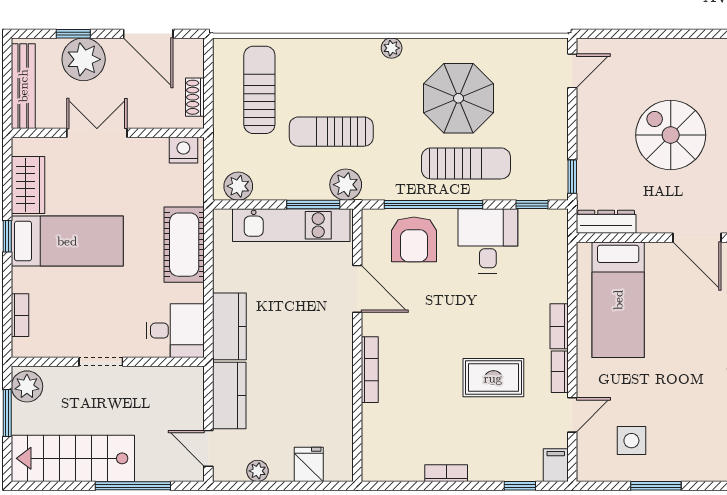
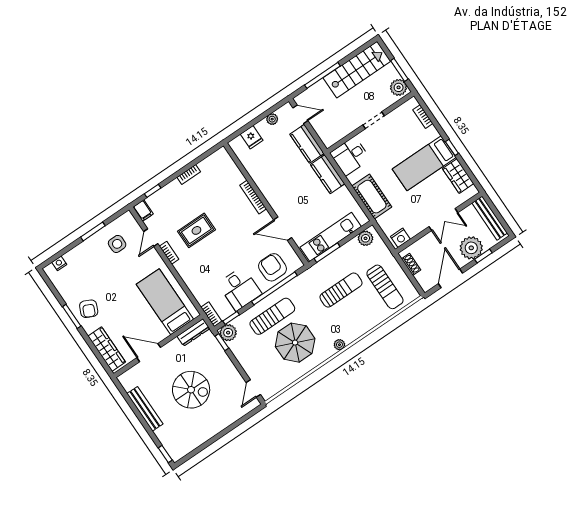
door: (148, 34) -> (451, 278), hinge flipped
sun lounger: (466, 163) -> (272, 316), turned 180
plant: (346, 185) -> (228, 333), moved
bookcase: (559, 326) -> (211, 314), moved

